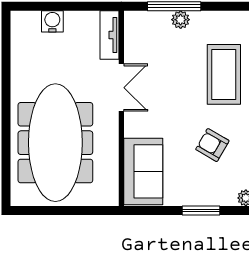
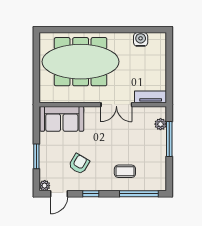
plant: (181, 20) -> (161, 124), moved
water cooler: (52, 21) -> (141, 39), moved, turned -90
coffee table: (224, 74) -> (125, 171), width x0.54, depth x0.58

